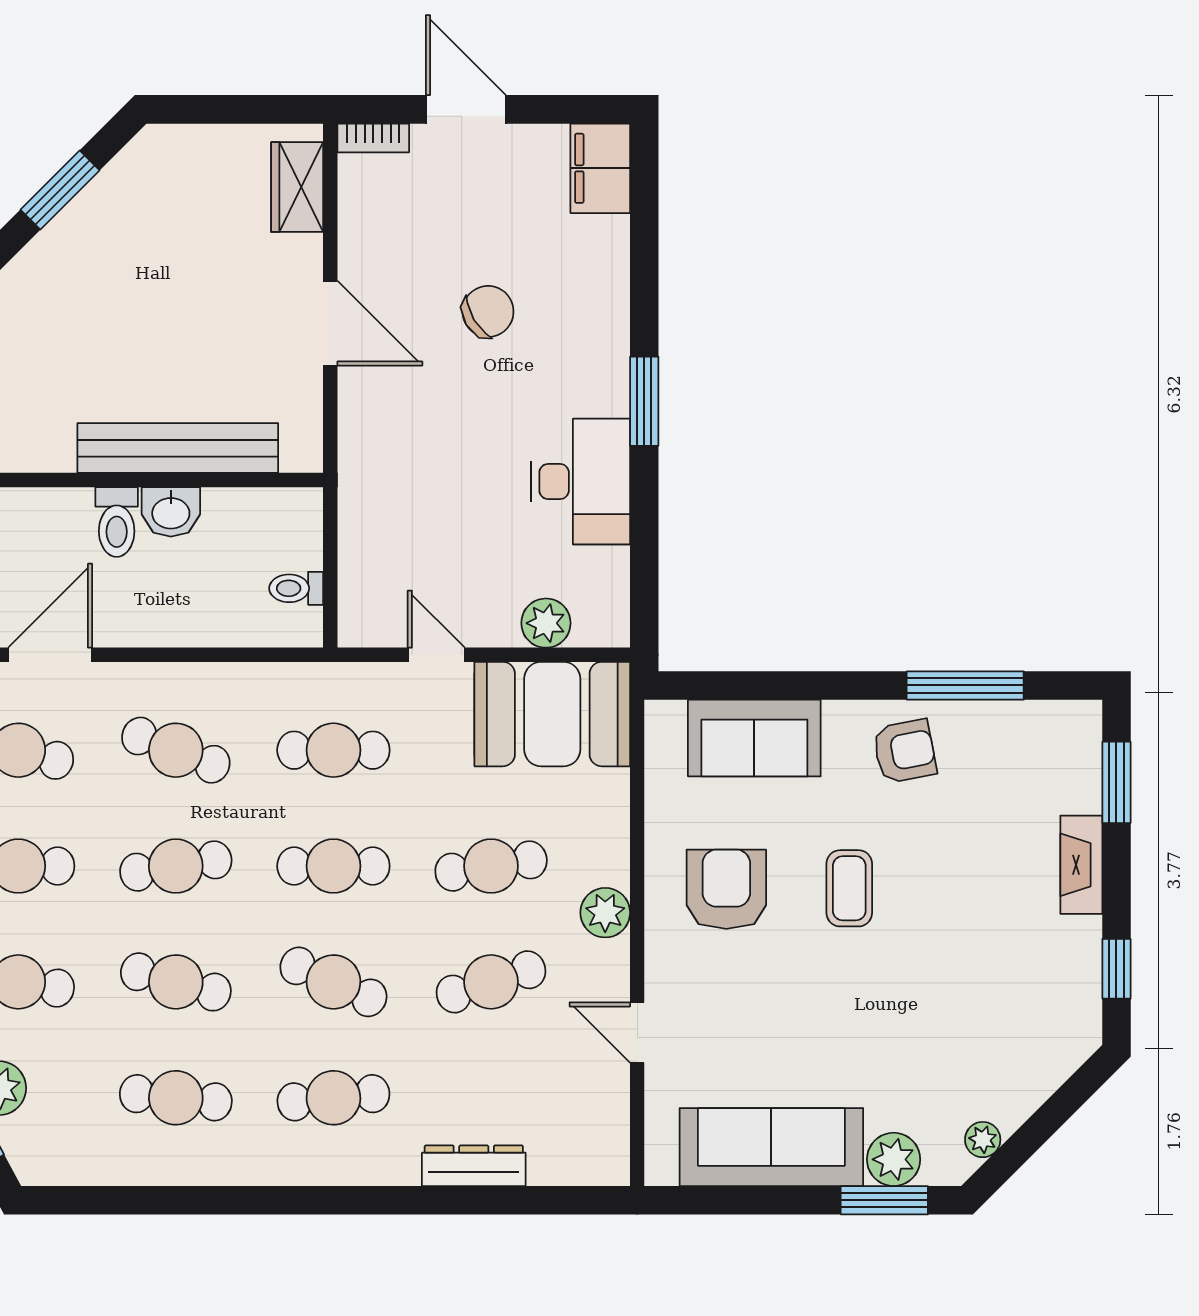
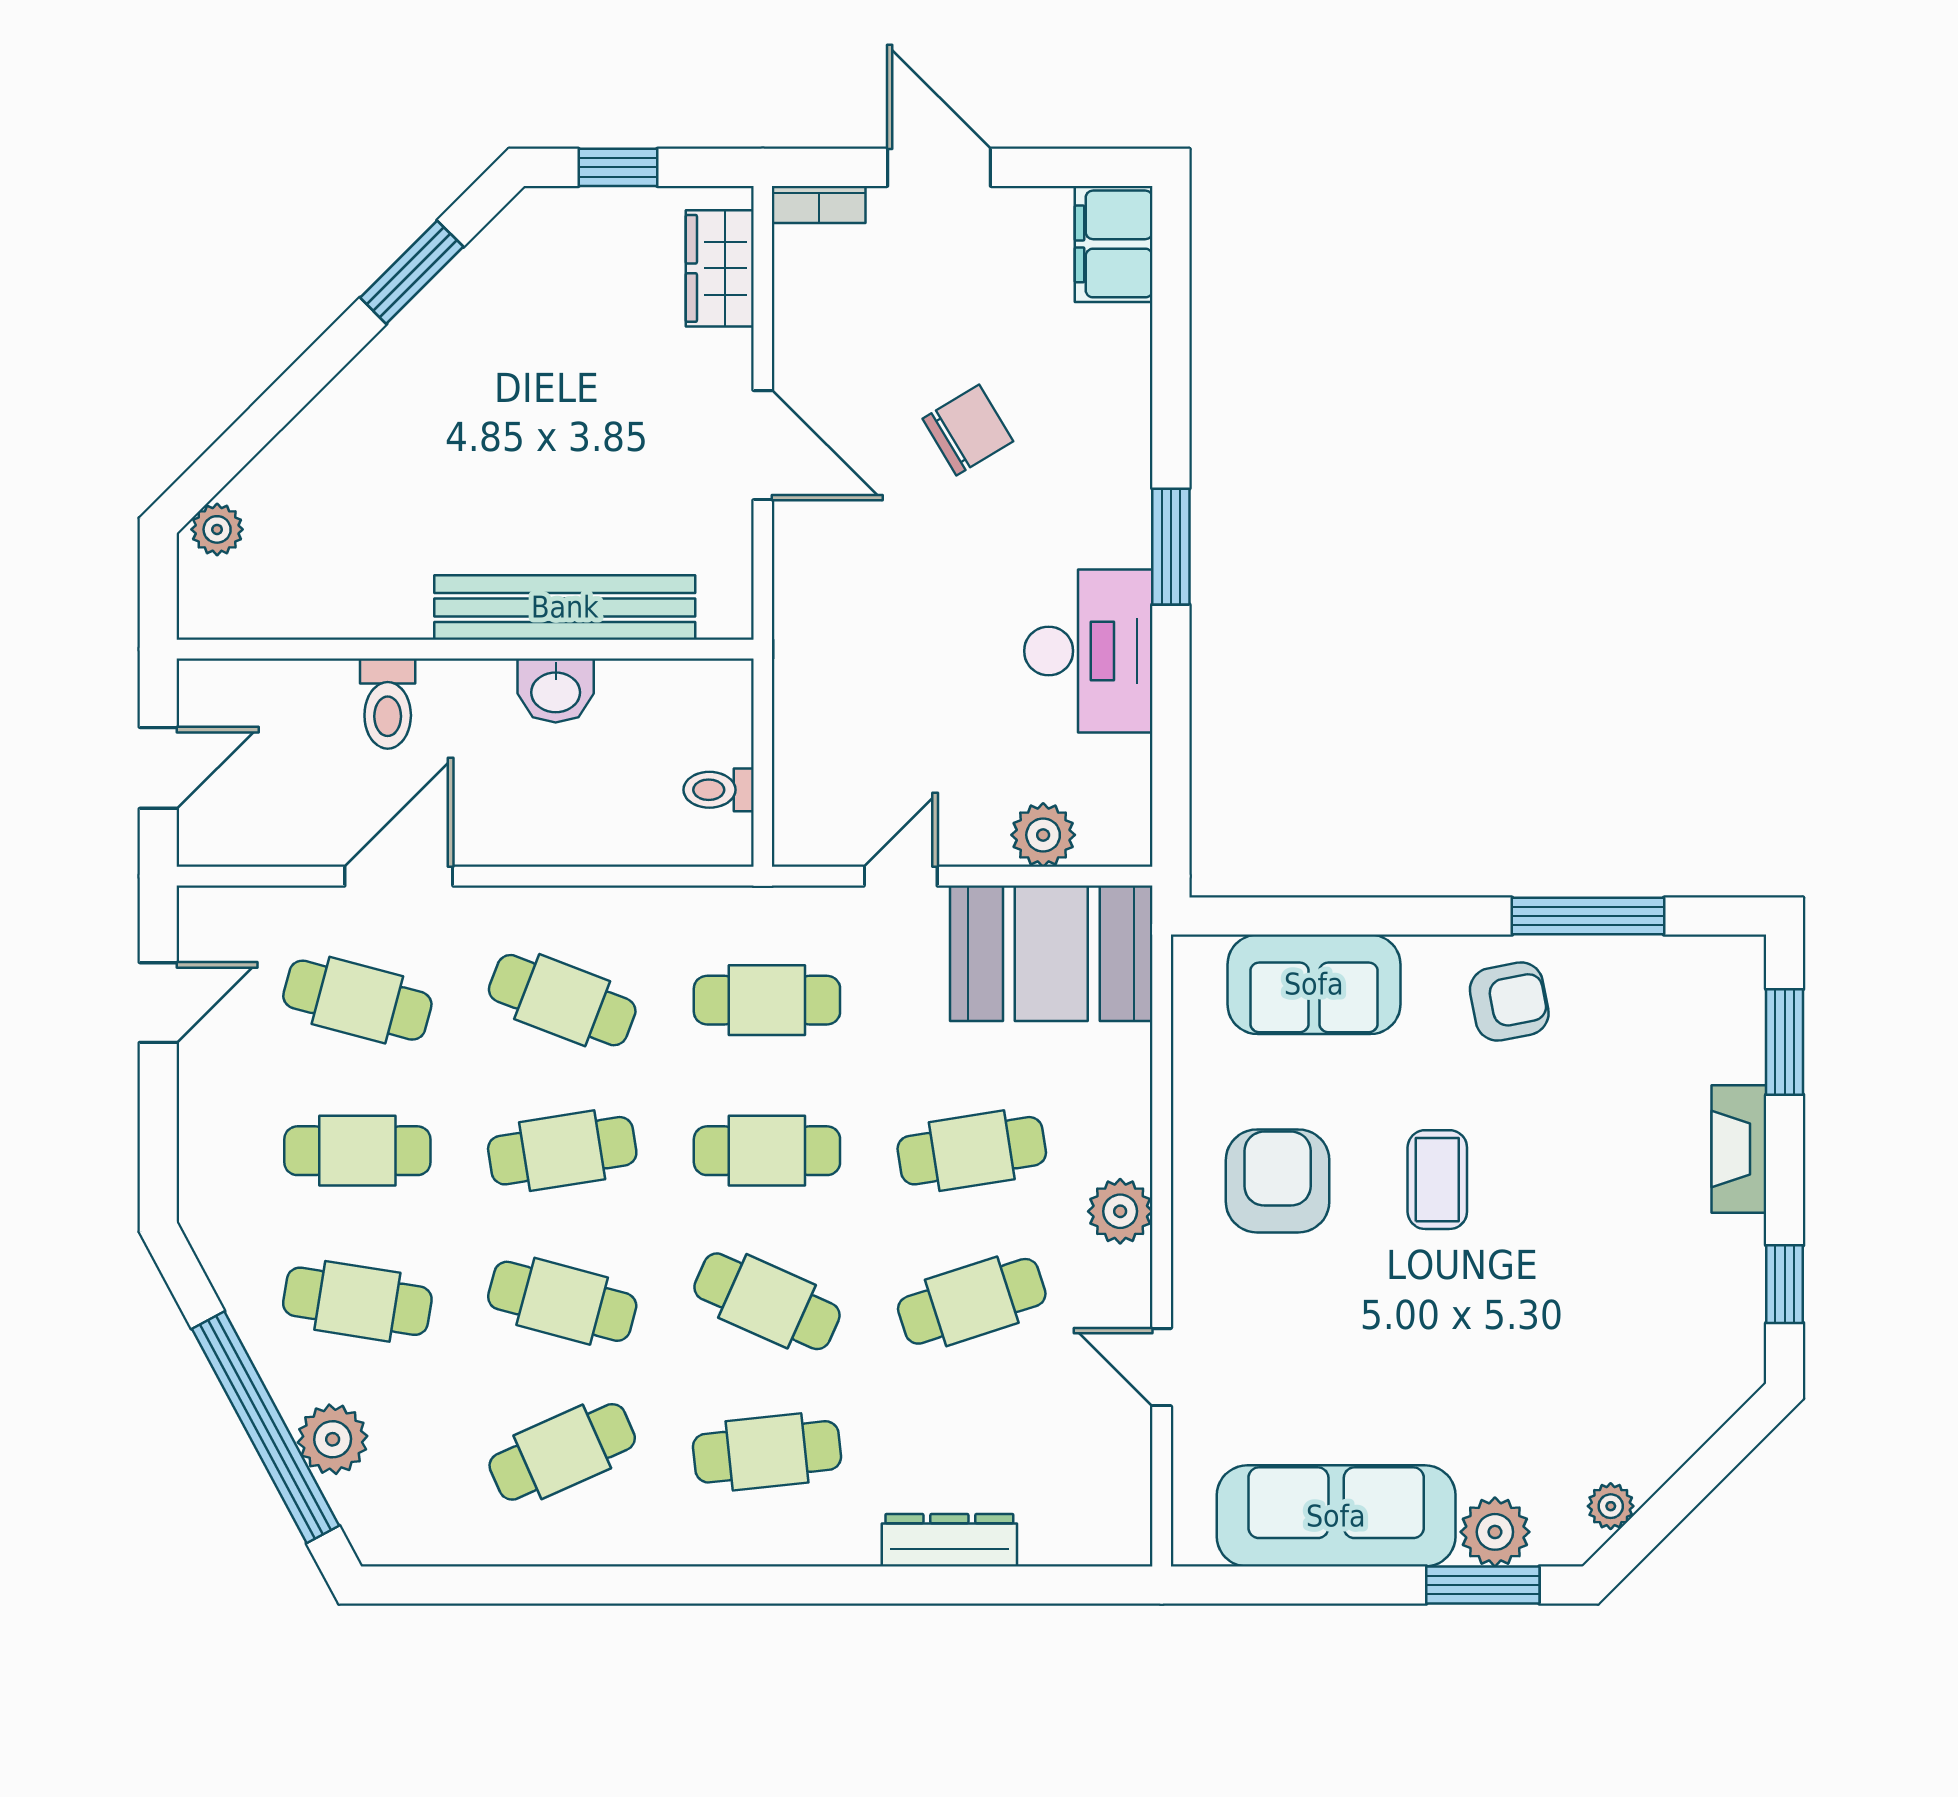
window: (219, 109) -> (618, 167), added
toilet: (117, 522) -> (388, 704), moved
door: (436, 655) -> (901, 876), hinge flipped
cafe table: (176, 1098) -> (562, 1452), turned -30

